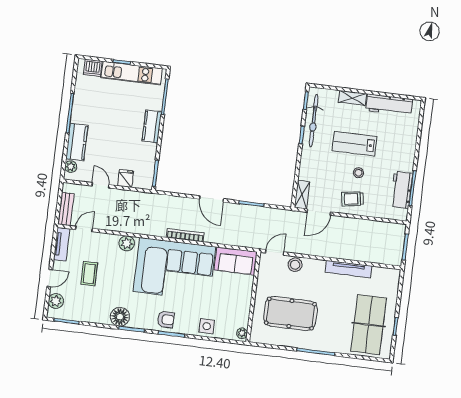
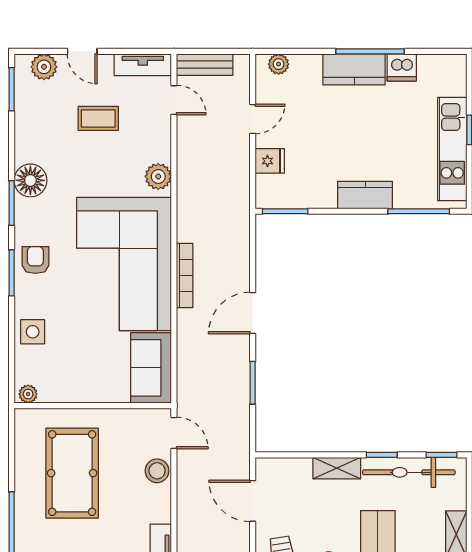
dishwasher: (93, 68) -> (402, 67), moved, turned -90
kitchen counter: (77, 142) -> (354, 69), moved
shelving: (302, 195) -> (337, 468), moved
armchair: (166, 320) -> (35, 260), turned 180

